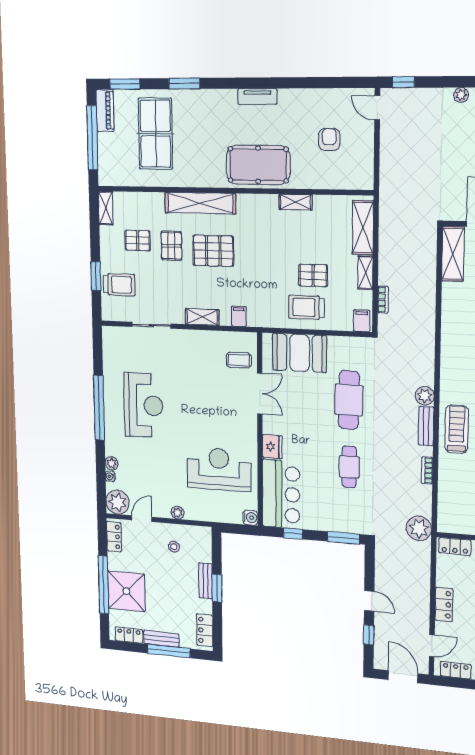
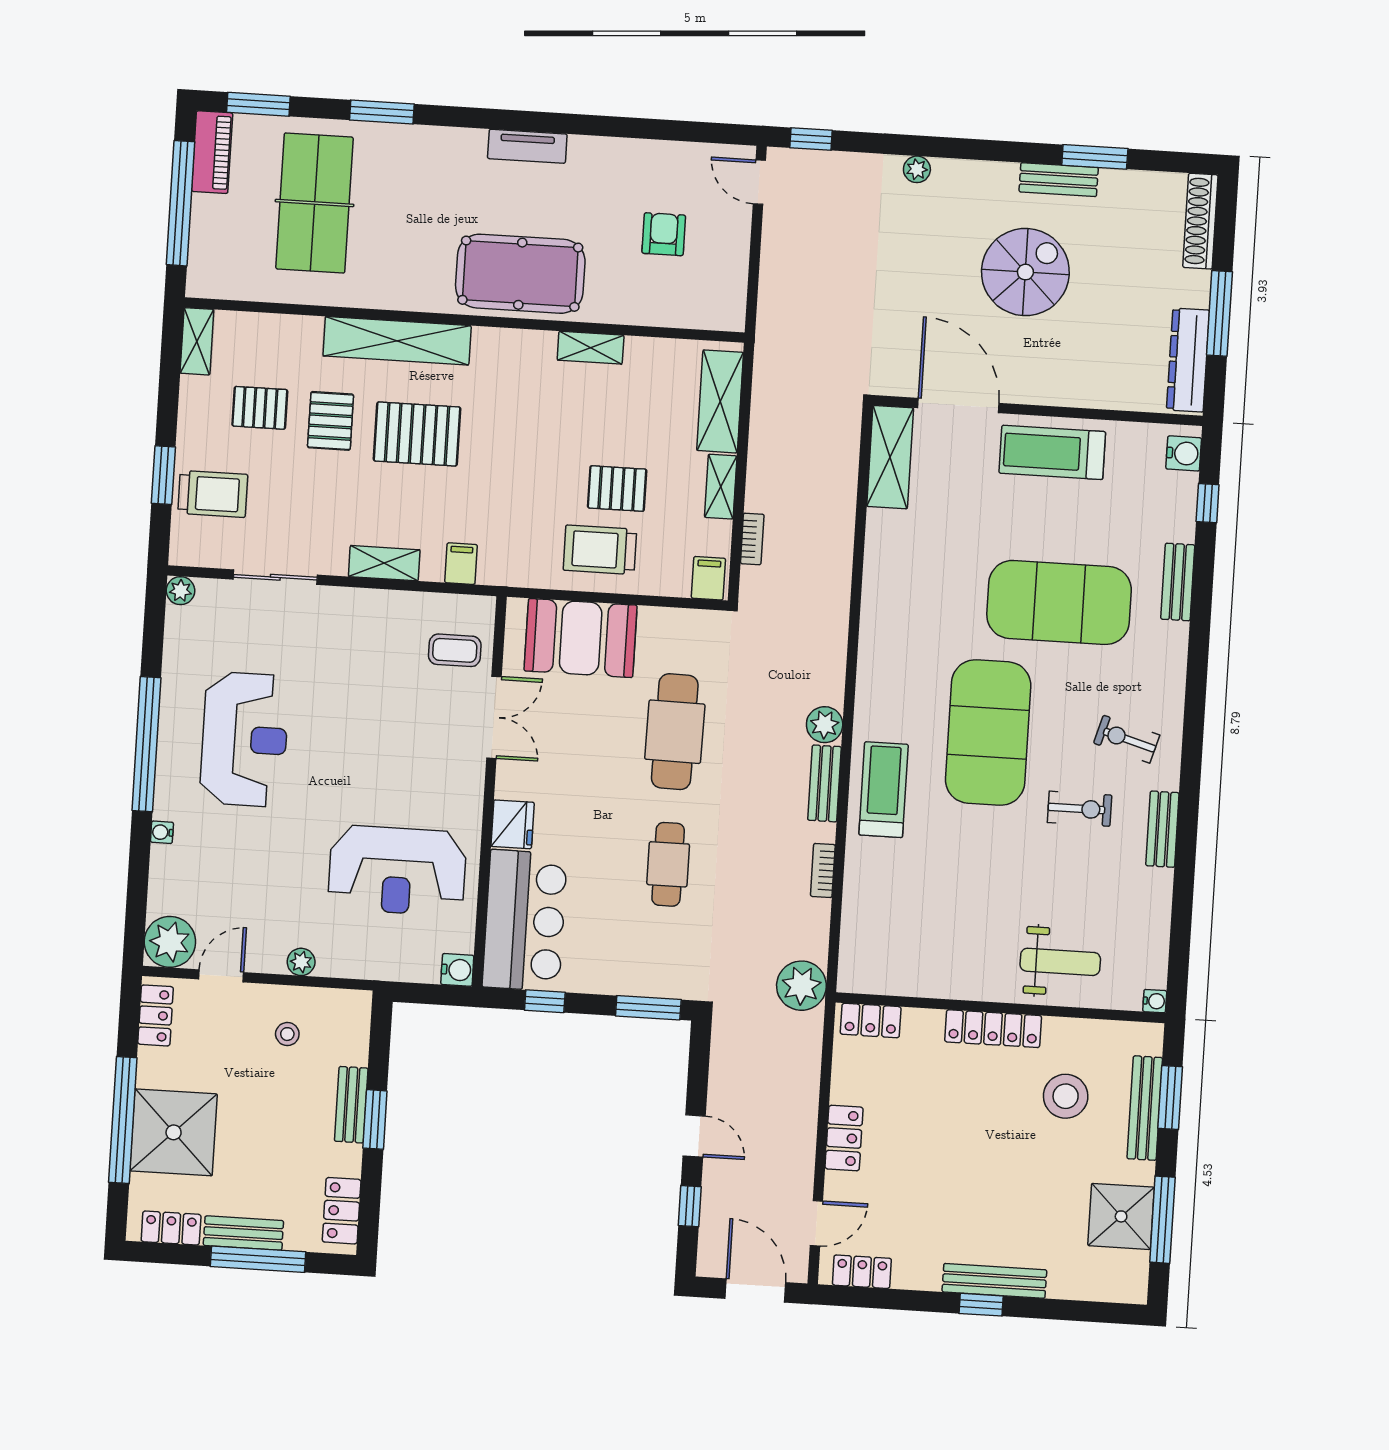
plant: (111, 463) -> (180, 591), moved
reception desk: (219, 469) -> (397, 870), turned 180
water cooler: (110, 476) -> (162, 832), moved

